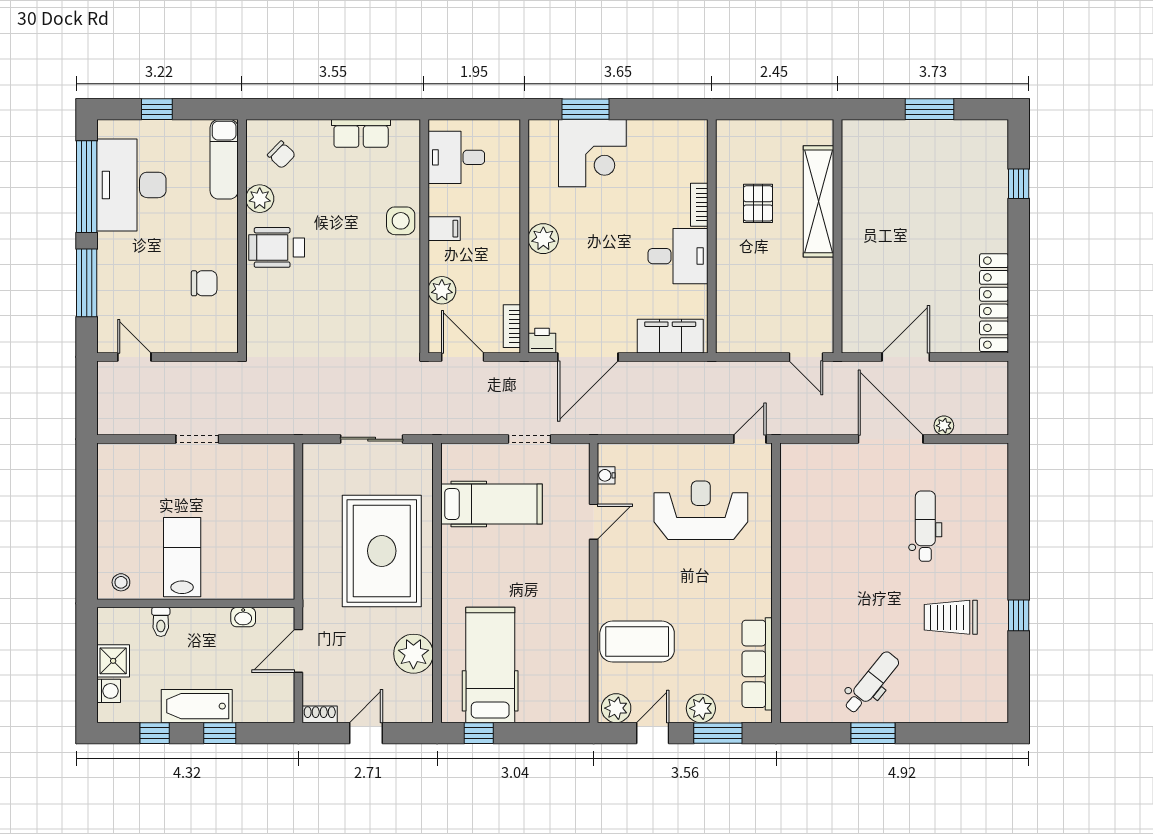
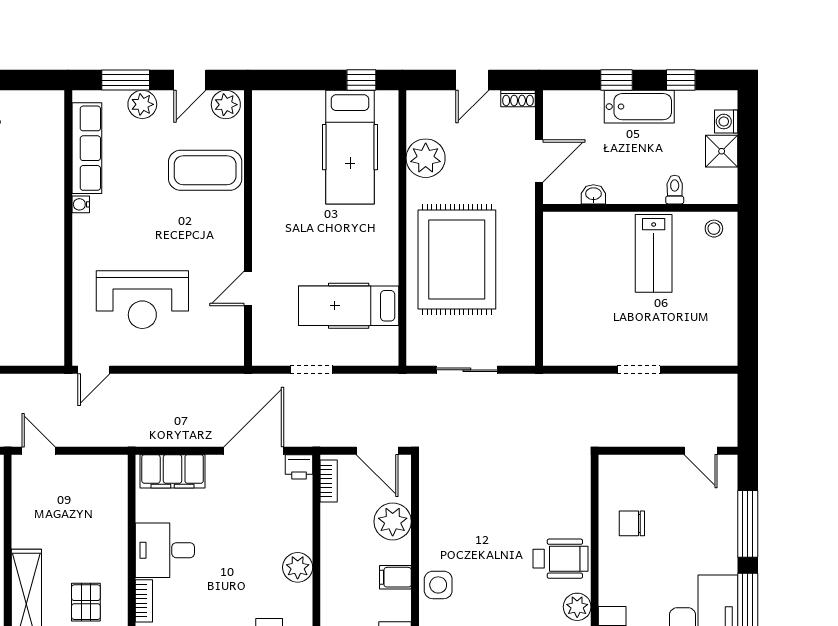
plant: (442, 290) -> (393, 521), width x1.36, depth x1.36
water cooler: (606, 475) -> (81, 204), moved, turned 180

